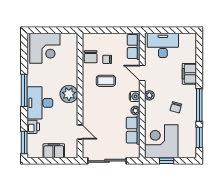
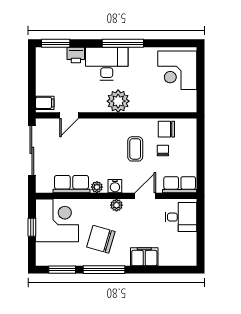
desk: (163, 45) -> (181, 217), width x0.73
chair: (176, 107) -> (101, 239), width x1.87, depth x1.87
filing cabinet: (54, 151) -> (45, 103), moved, width x0.50

